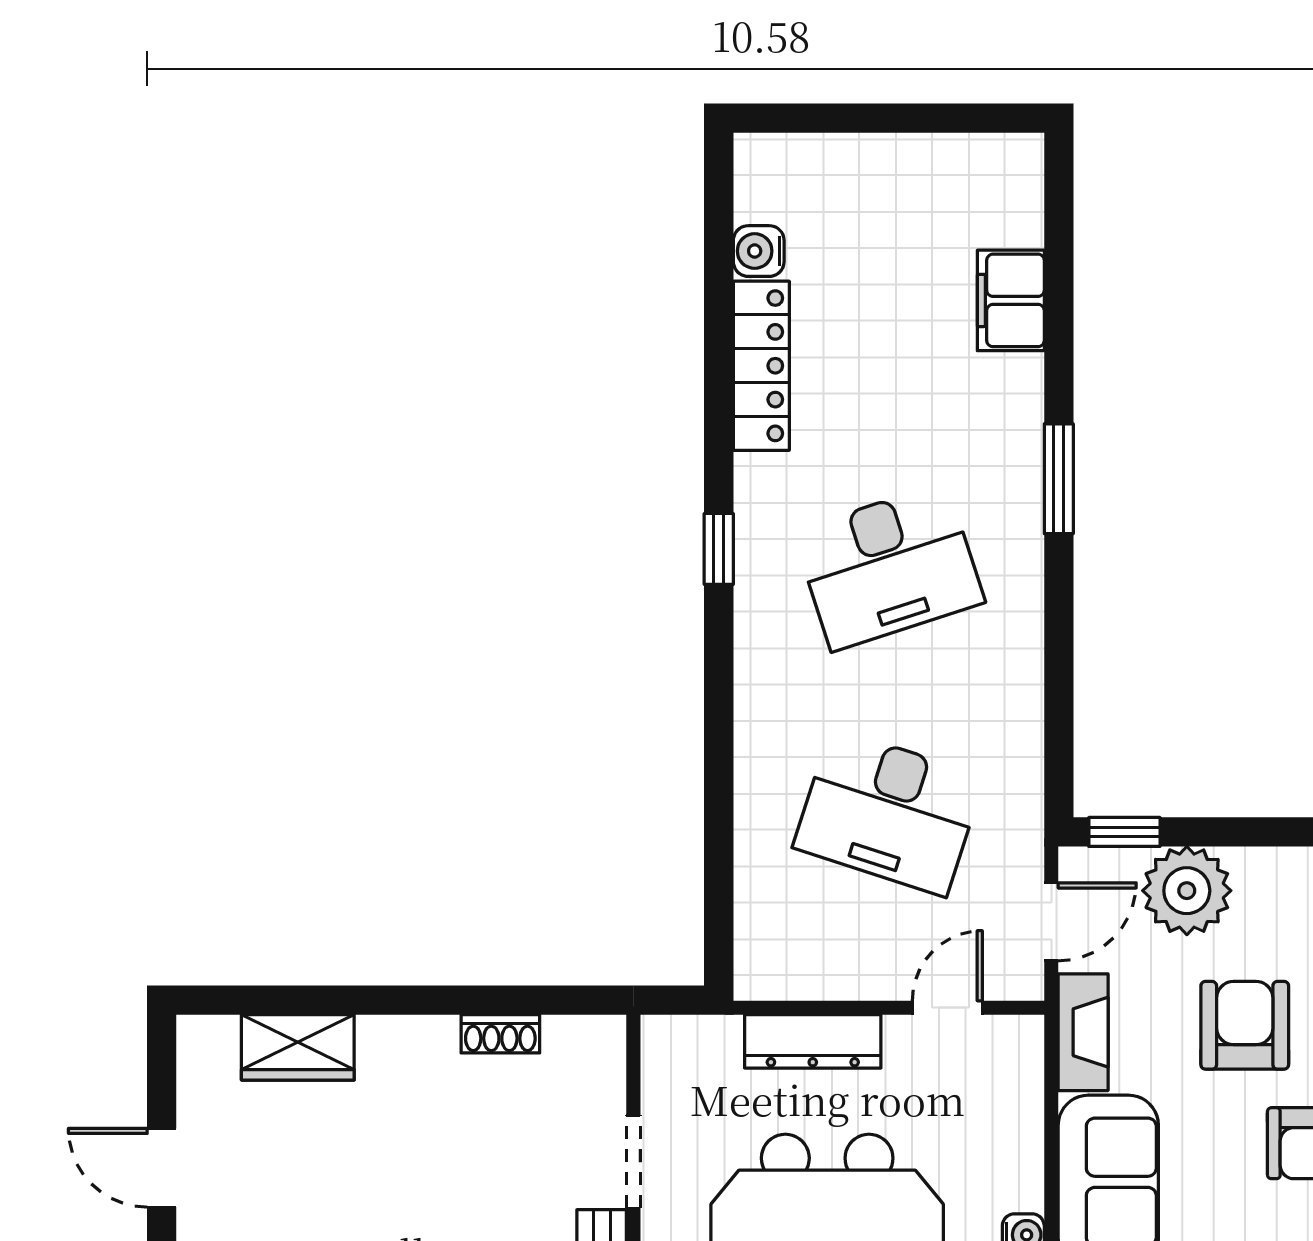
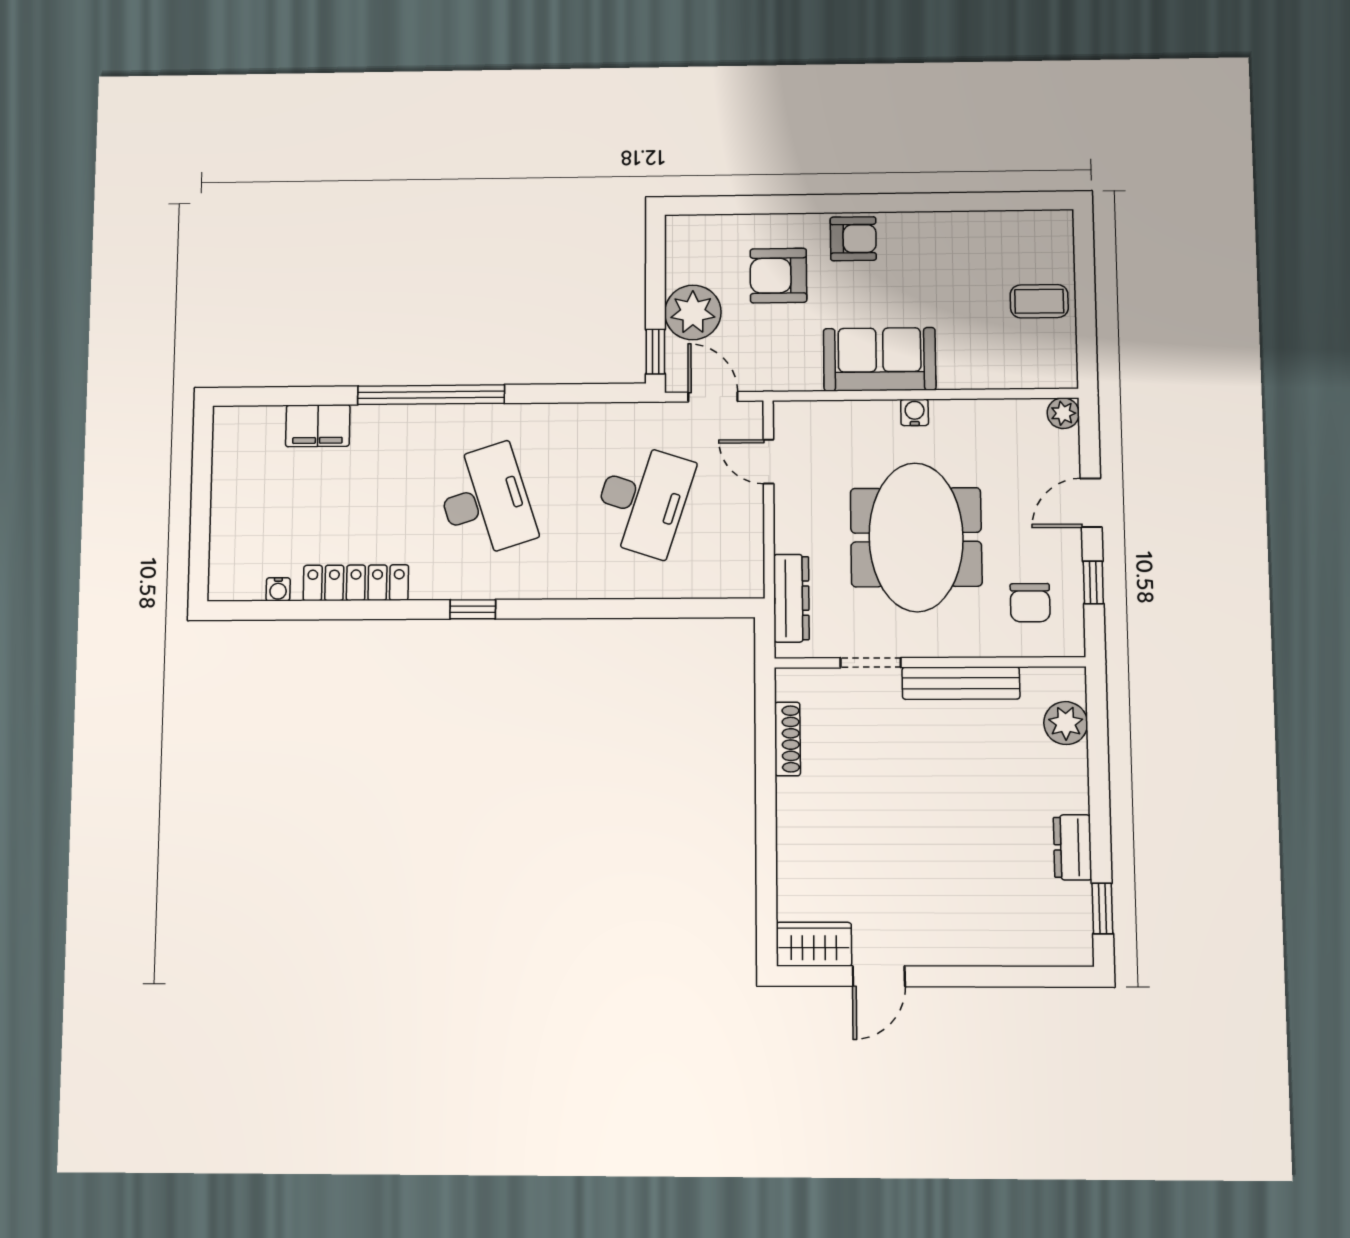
water cooler: (759, 251) -> (278, 589), width x0.72, depth x0.72
window: (1059, 479) -> (431, 395), width x2.11
fireplace: (1083, 1032) -> (784, 376), removed
shoe rack: (500, 1034) -> (787, 739), width x1.43
dresser: (813, 1041) -> (791, 598), moved
wardrobe: (298, 1047) -> (814, 944), moved, turned -90

